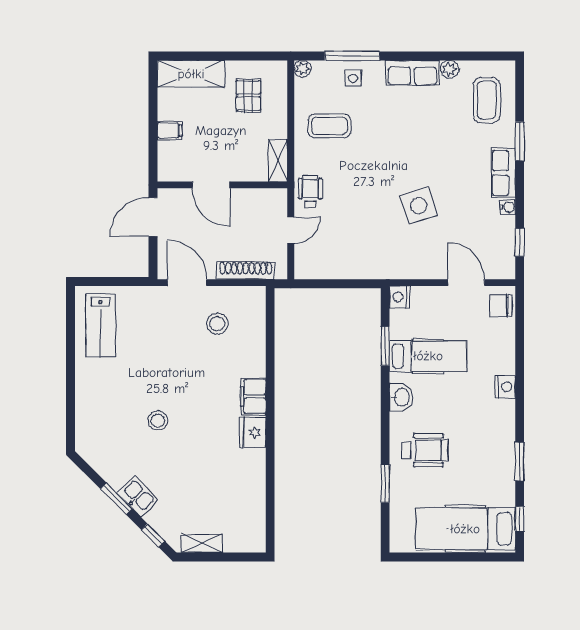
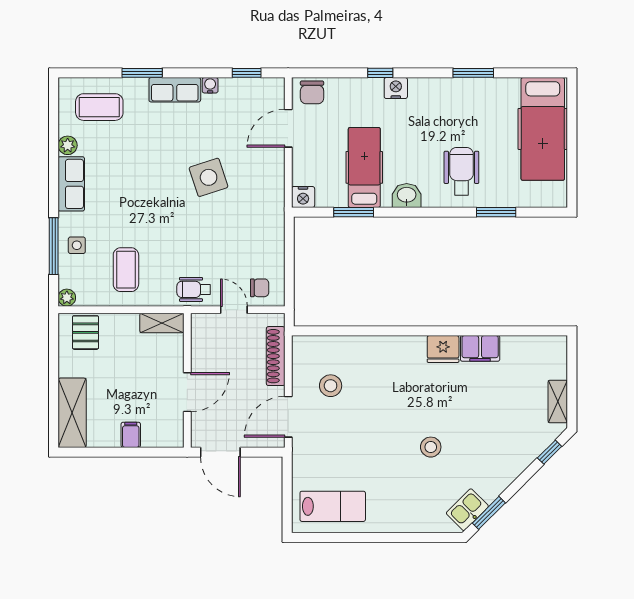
pallet: (248, 96) -> (86, 332), moved, turned 90
chair: (312, 255) -> (260, 288), added
filing cabinet: (253, 397) -> (480, 348), moved
kitchen sink: (138, 496) -> (467, 510), moved
window: (116, 499) -> (489, 513), moved
window: (520, 519) -> (380, 73), moved

